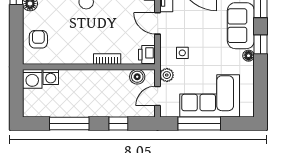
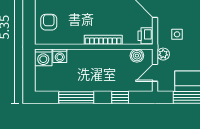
bookcase: (107, 59) -> (103, 40), width x1.56

